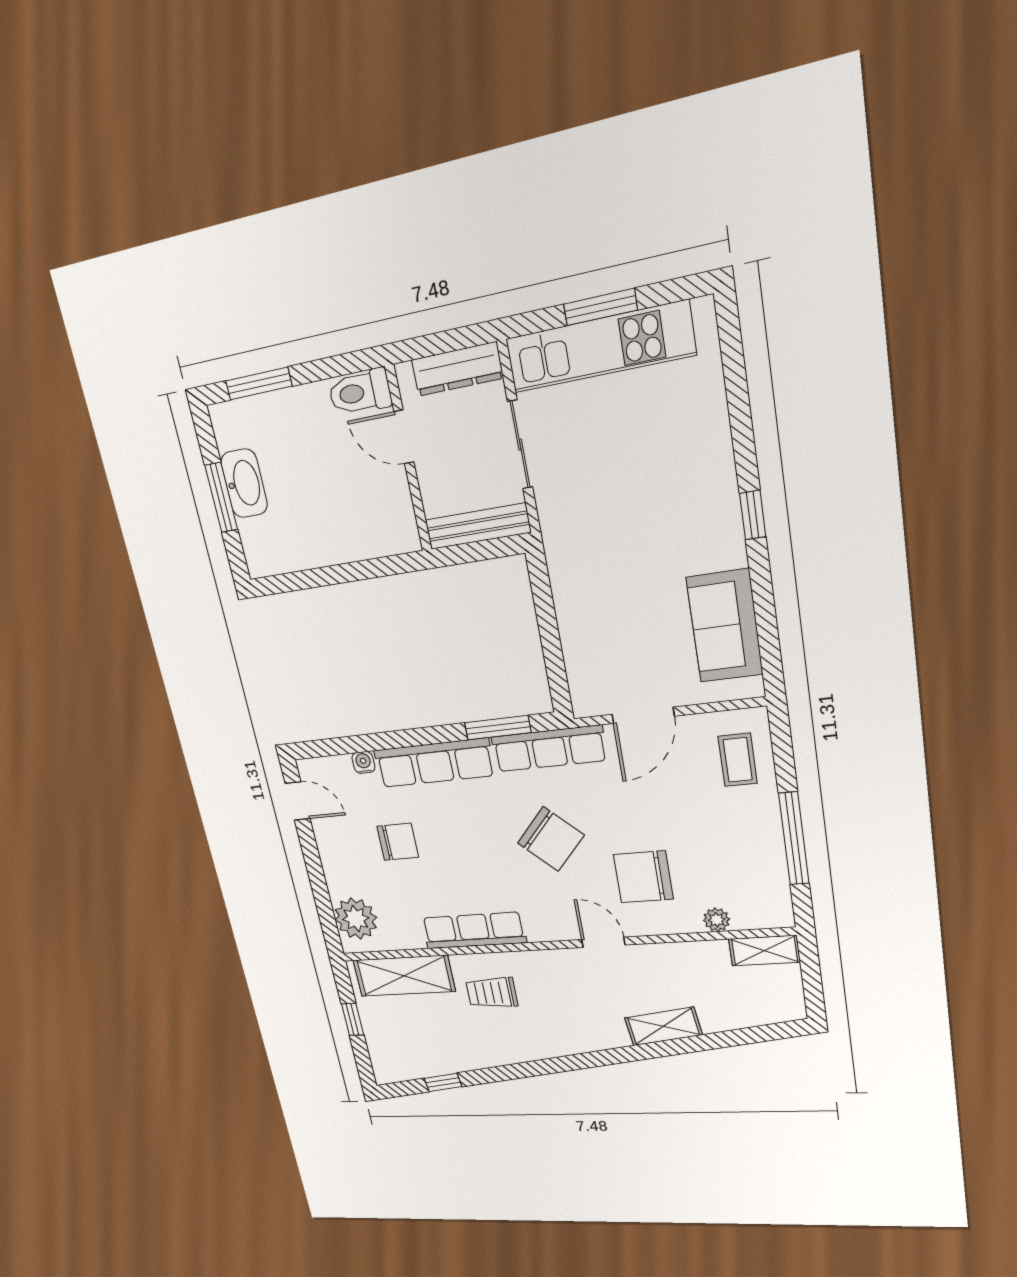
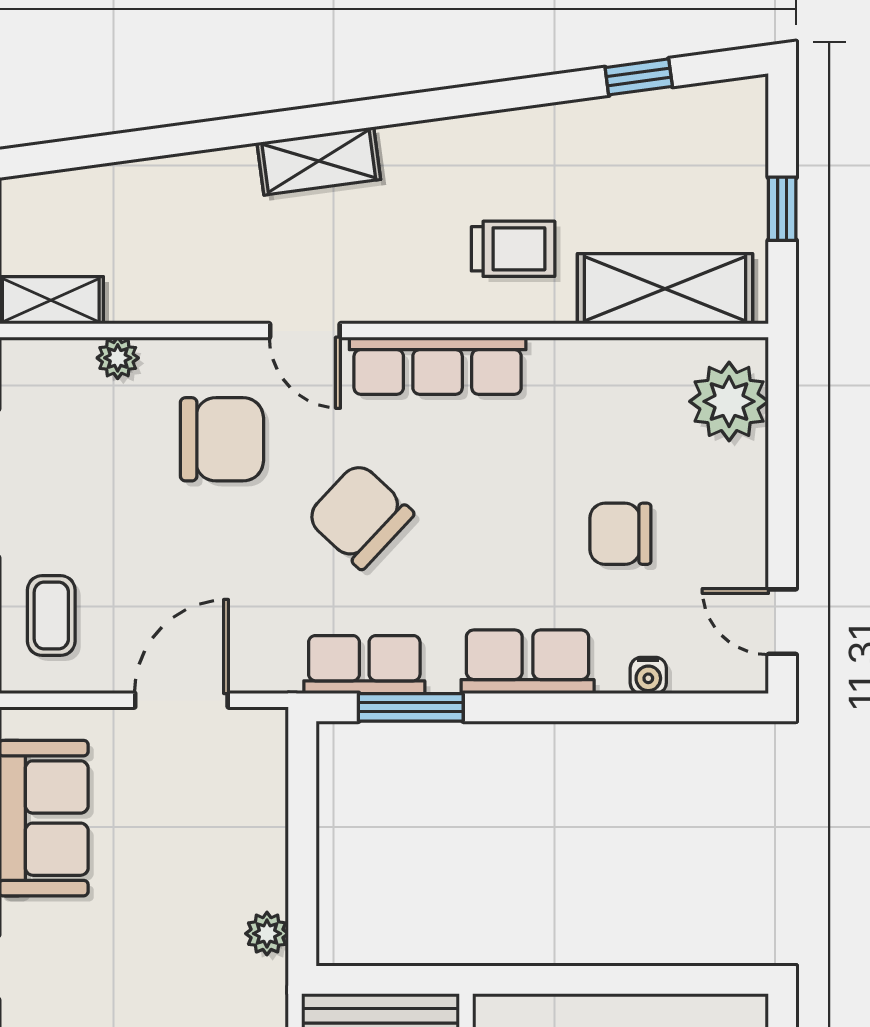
plant: (561, 570) -> (267, 934), added
row of seats: (549, 749) -> (364, 665), width x0.68
row of seats: (434, 763) -> (528, 662), width x0.68
row of seats: (474, 930) -> (438, 366), moved
shelving: (663, 1026) -> (319, 161), moved

